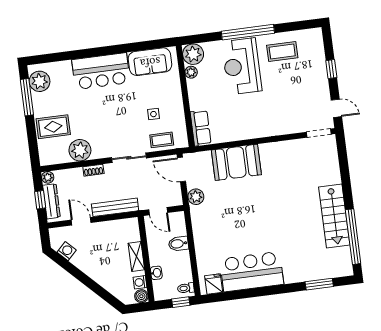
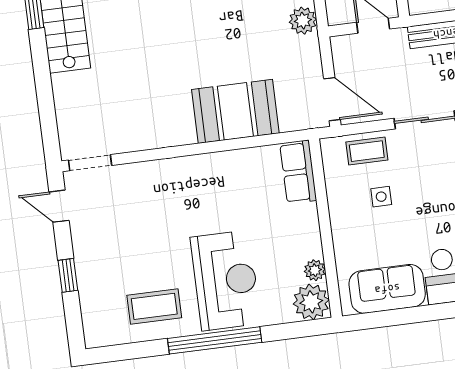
plant: (196, 197) -> (303, 21), moved

